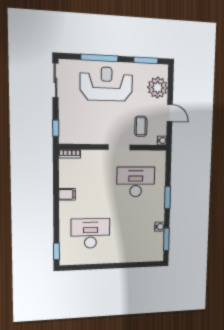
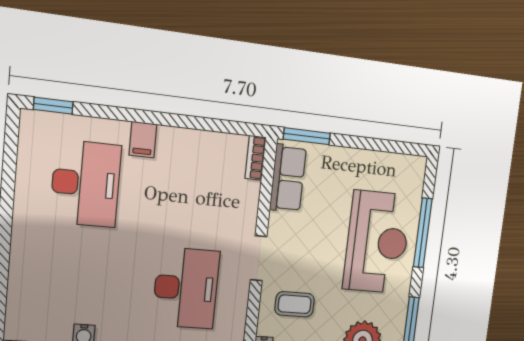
sliding door: (55, 80) -> (392, 146), removed
window: (56, 128) -> (307, 136), width x1.50
row of seats: (78, 136) -> (288, 178), added
filing cabinet: (67, 194) -> (143, 140), moved

